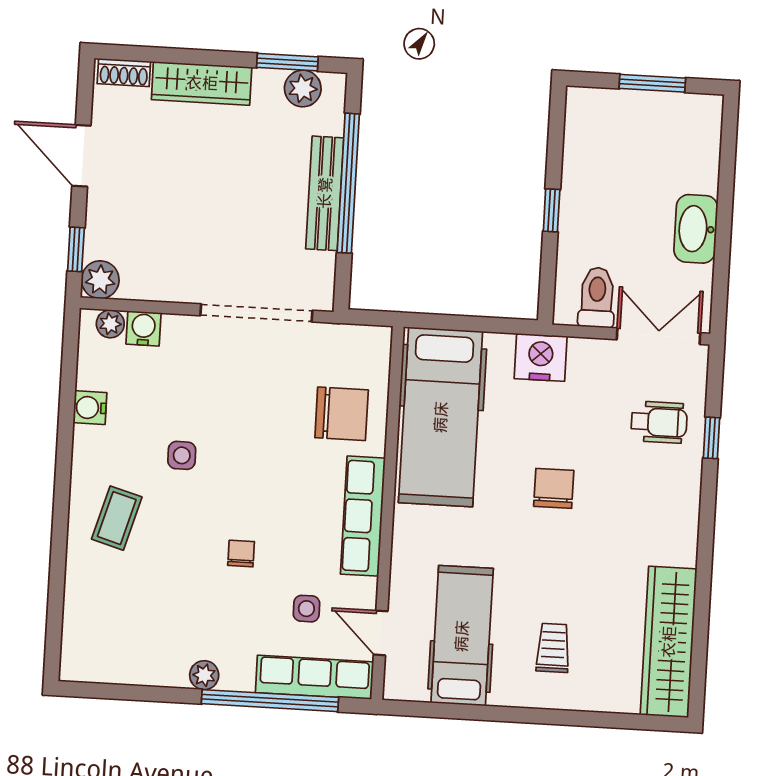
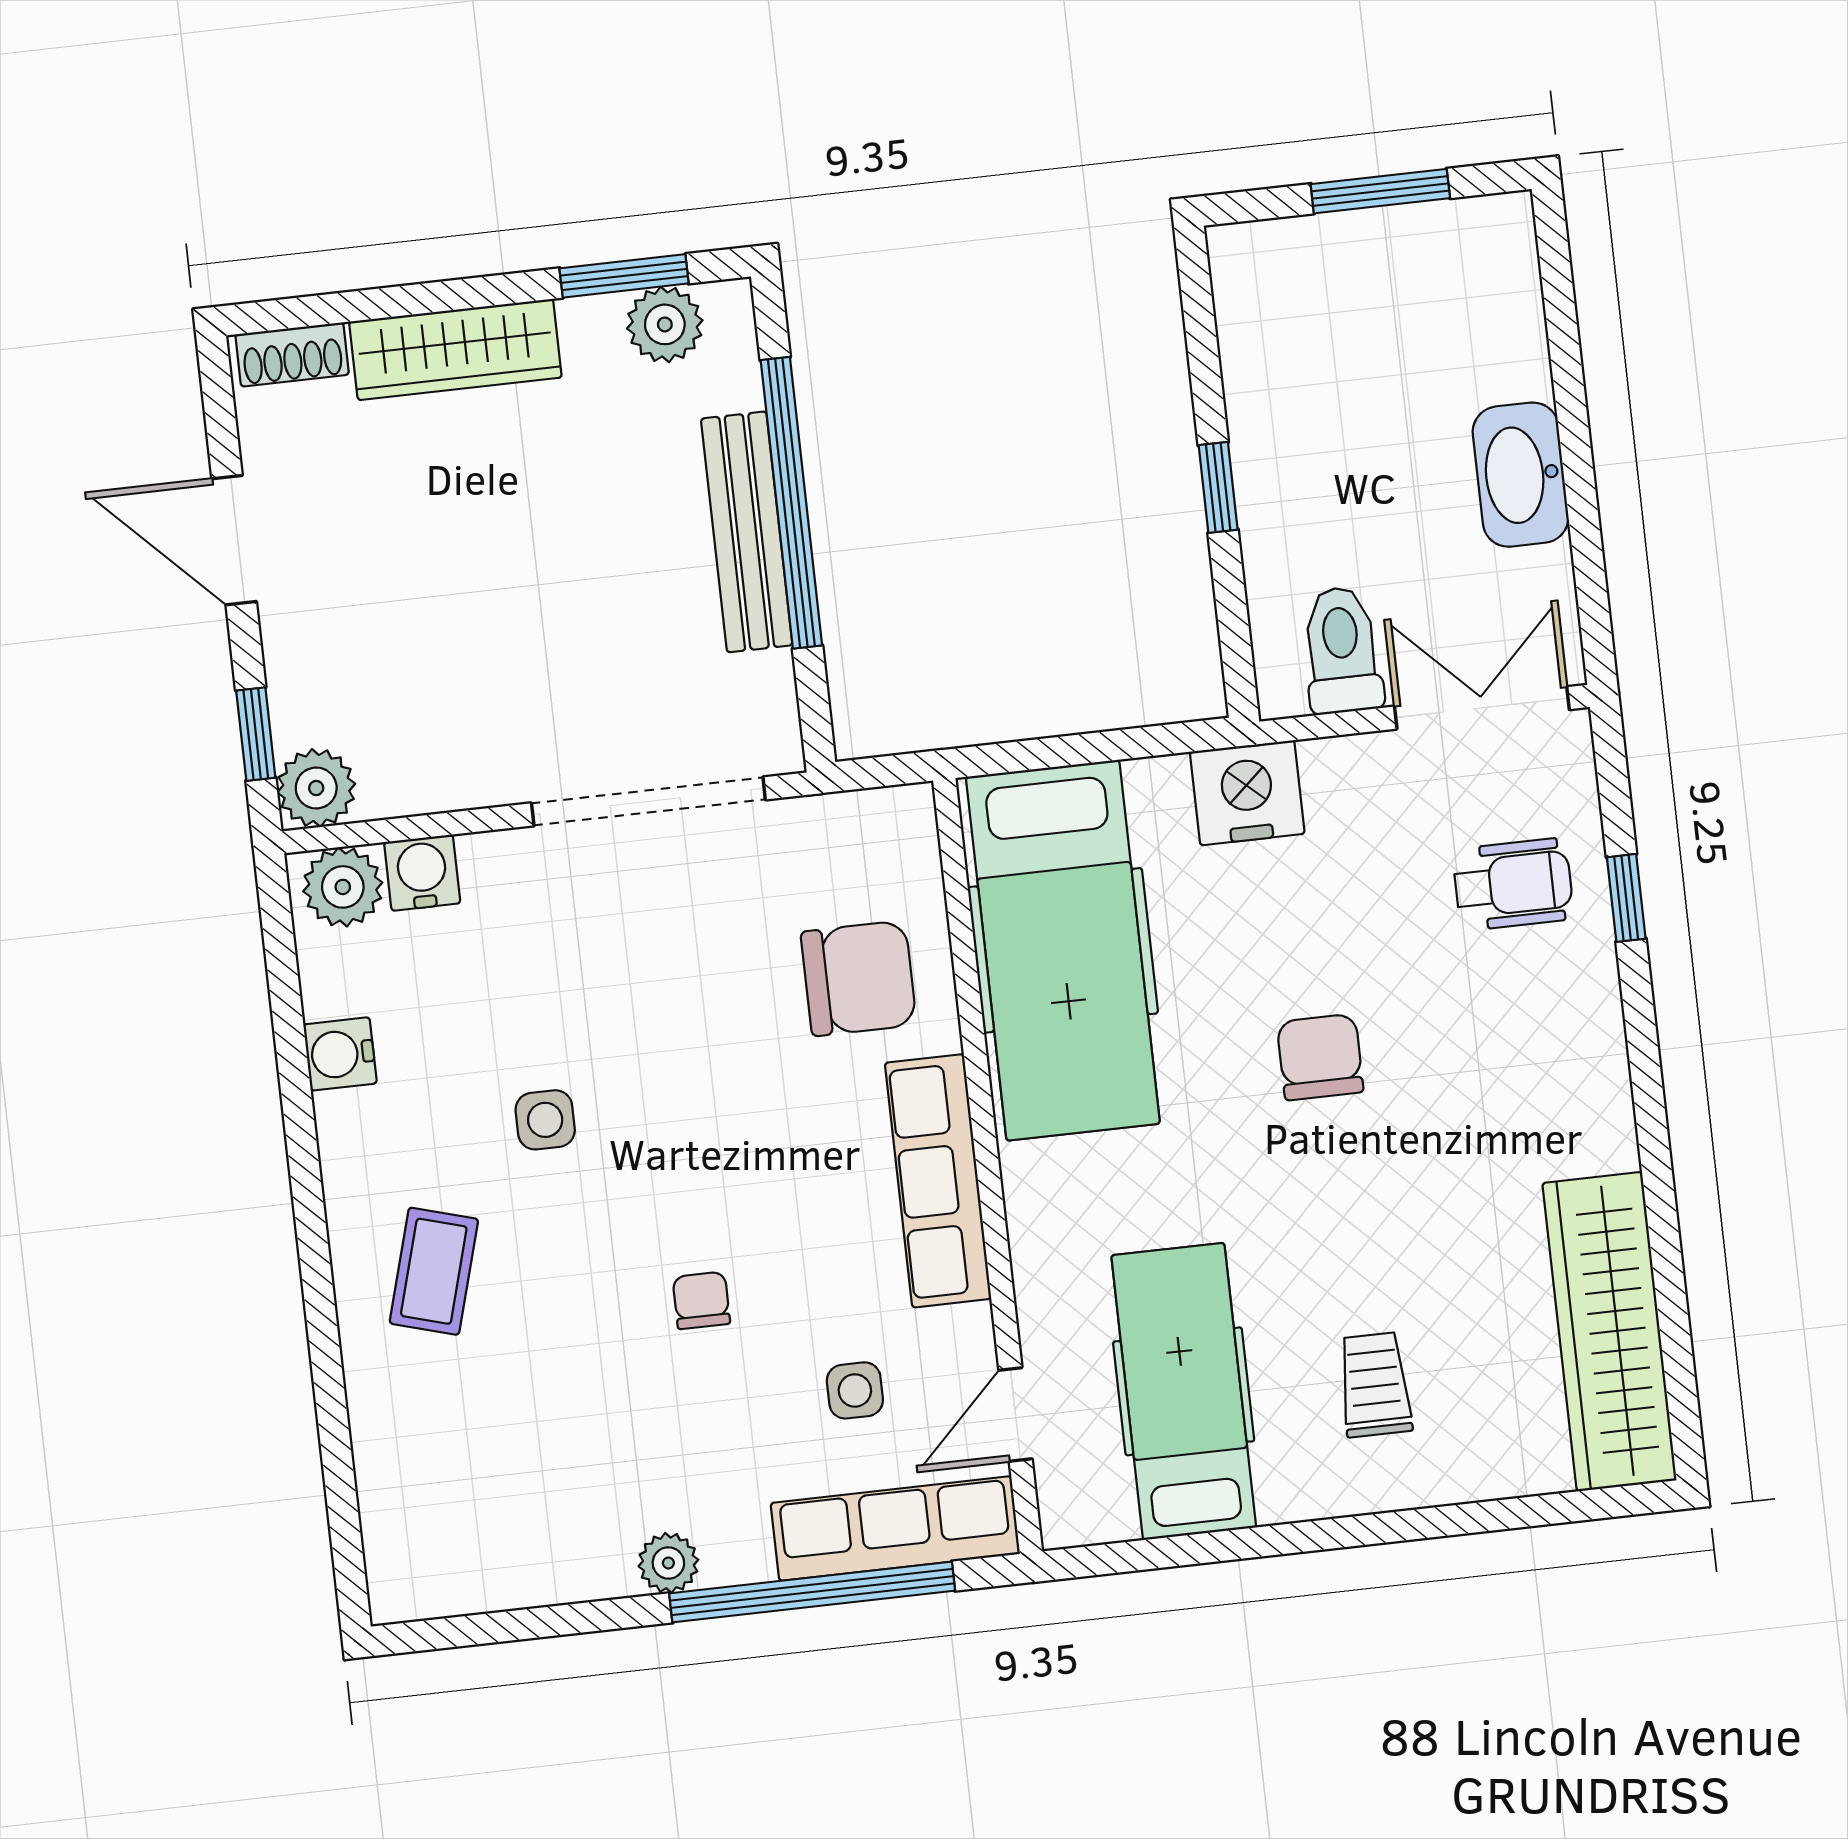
plant: (110, 324) -> (343, 887), width x1.38, depth x1.38
door: (381, 633) -> (1016, 1415), hinge flipped

